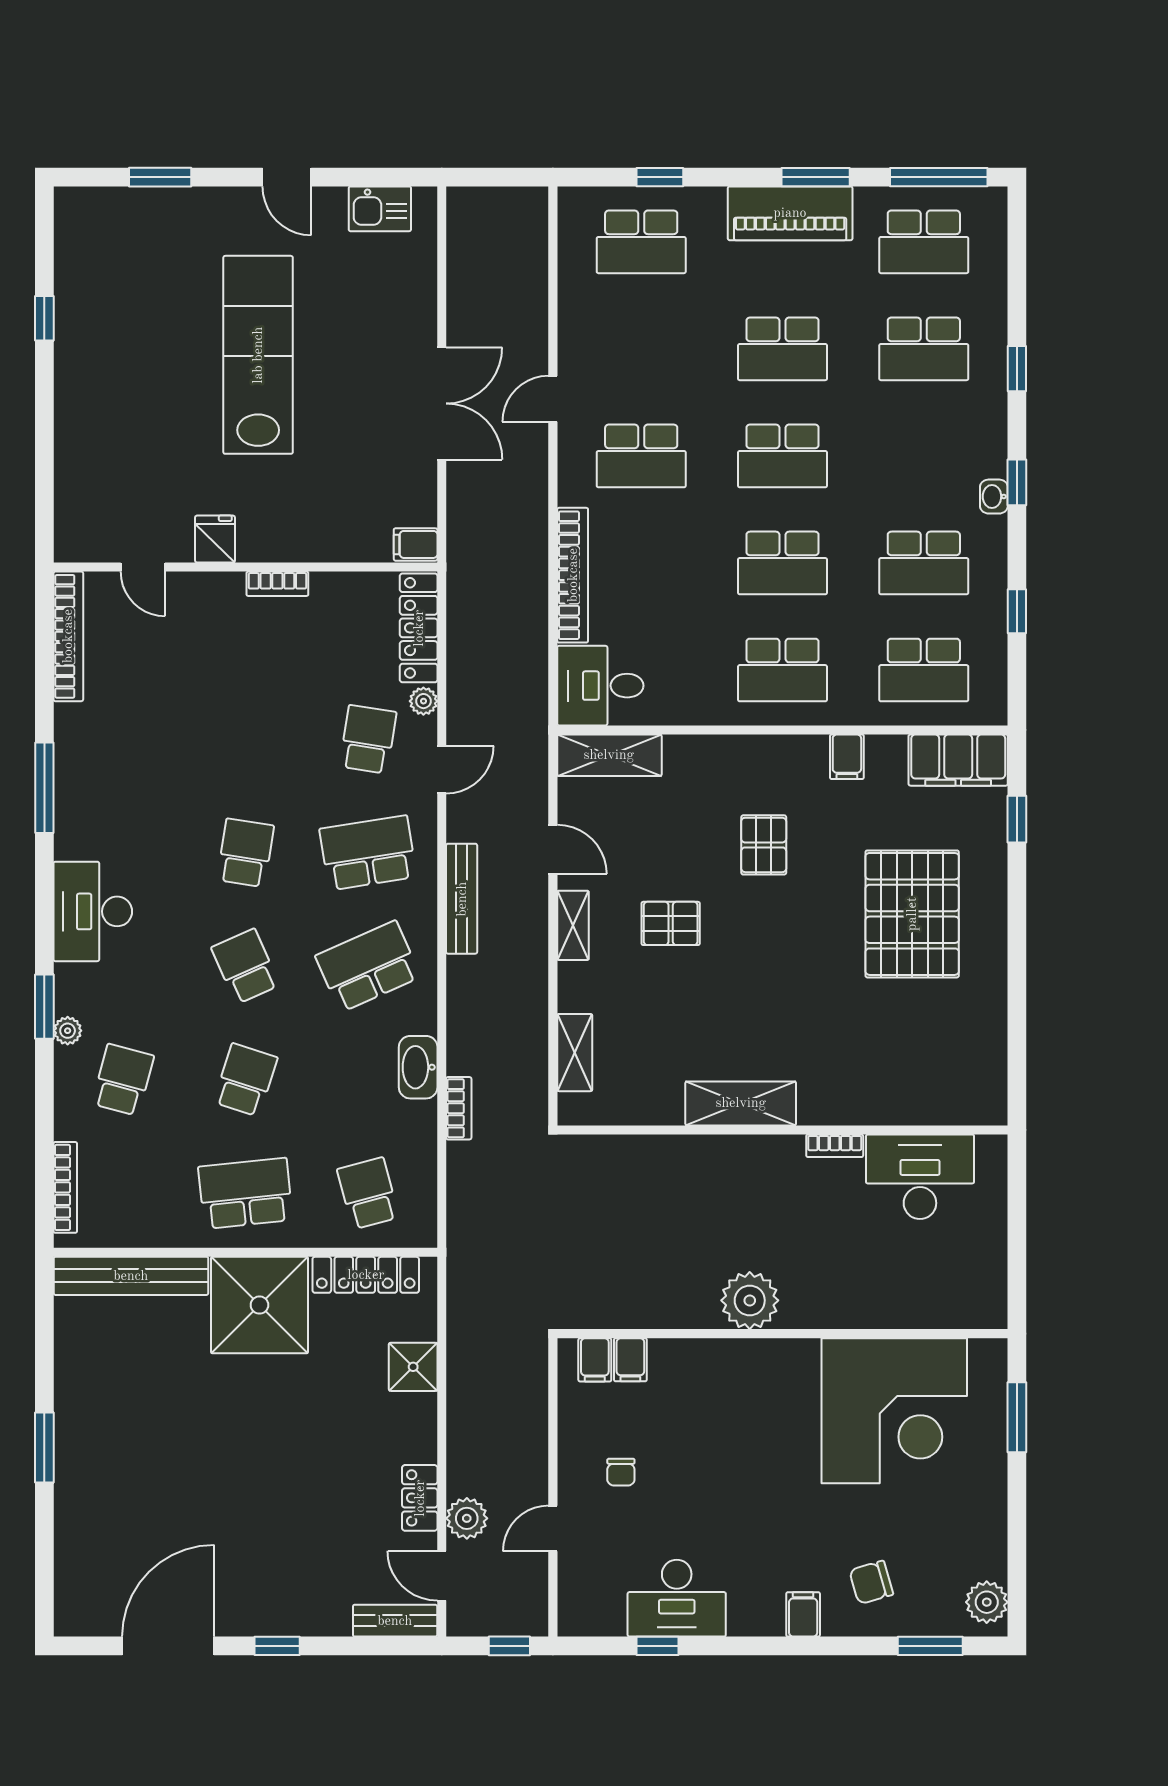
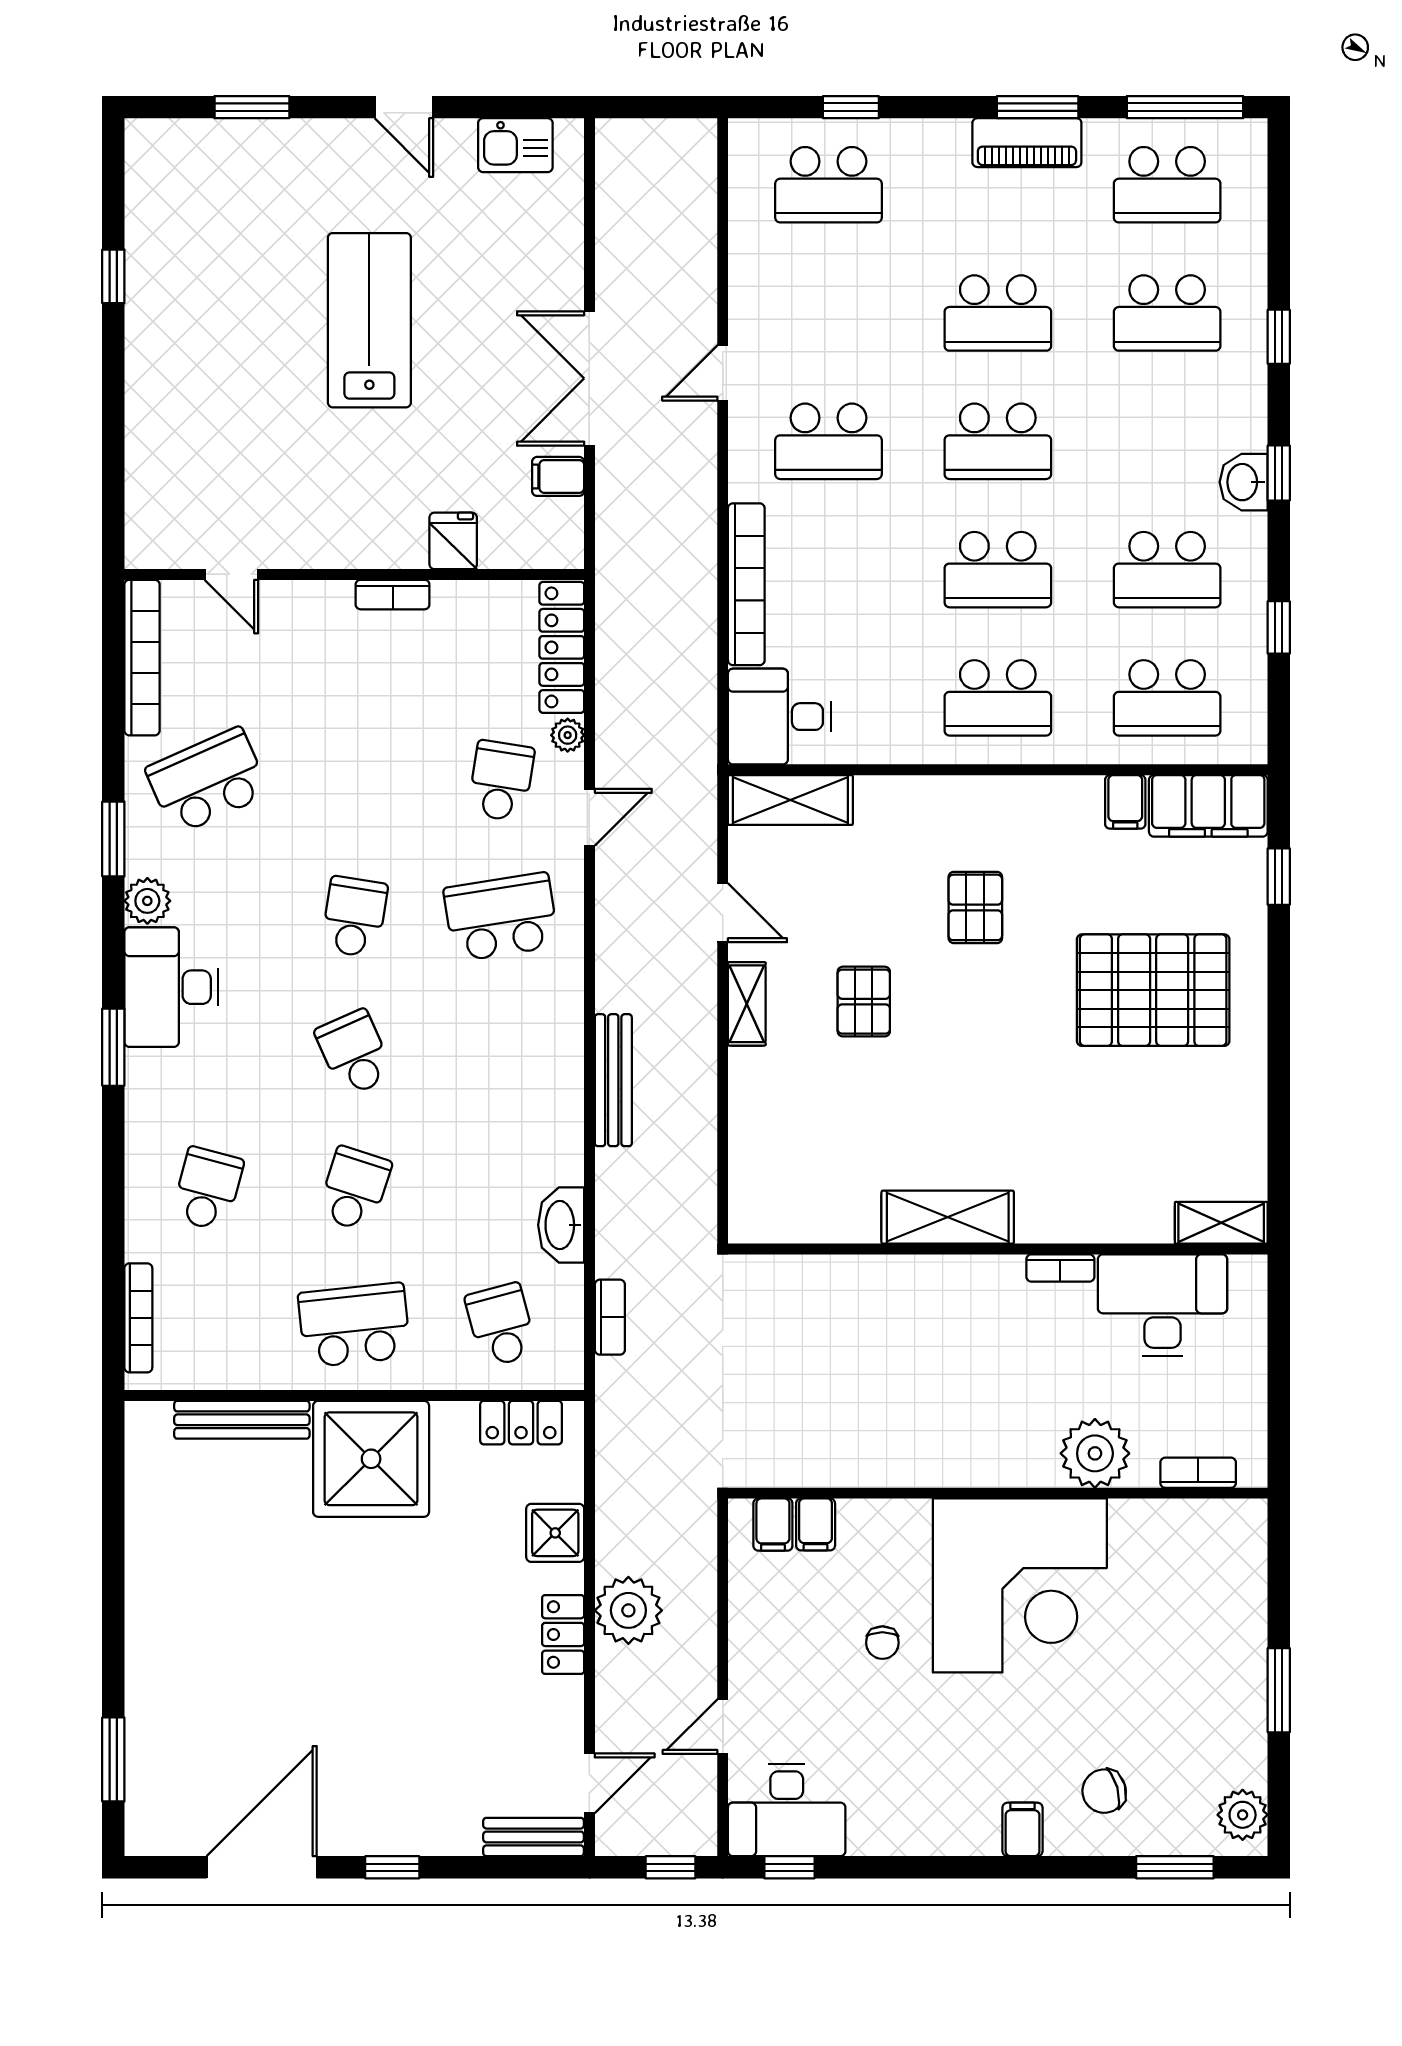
piano: (790, 213) -> (1027, 143), width x0.73, depth x0.75
lab bench: (258, 355) -> (369, 320), width x0.73
double door: (442, 403) -> (589, 378), swing flipped
washbasin: (994, 497) -> (1244, 482), width x1.38, depth x1.45
fridge: (215, 539) -> (453, 541), moved
filing cabinet: (416, 544) -> (558, 476), moved
filing cabinet: (847, 757) -> (1125, 802), moved
window: (44, 788) -> (113, 839), width x0.69
bench: (462, 899) -> (613, 1080), moved
pallet: (912, 914) -> (1153, 990), turned 90
pallet: (671, 923) -> (864, 1002), turned 90
school desk: (368, 966) -> (207, 781), moved
window: (44, 1007) -> (113, 1047), moved
plant: (68, 1031) -> (147, 901), moved, width x1.38, depth x1.38
shelving: (575, 1053) -> (1221, 1223), moved, turned 90
washbasin: (418, 1067) -> (561, 1225), moved
bookcase: (459, 1108) -> (610, 1317), moved
locker: (366, 1275) -> (521, 1423), width x0.66
bench: (131, 1276) -> (242, 1420), width x0.73, depth x0.82
plant: (750, 1300) -> (1095, 1453), moved
bookcase: (950, 1317) -> (1198, 1473), added
corner desk: (894, 1411) -> (1020, 1585), moved
window: (1017, 1417) -> (1279, 1690), moved
window: (44, 1448) -> (113, 1759), moved
chair: (621, 1472) -> (882, 1643), moved
locker: (420, 1498) -> (563, 1634), moved
plant: (467, 1518) -> (628, 1610), moved, width x1.36, depth x1.36
door: (442, 1576) -> (589, 1783), swing flipped
desk: (677, 1598) -> (787, 1810), moved
window: (657, 1646) -> (789, 1867), moved

